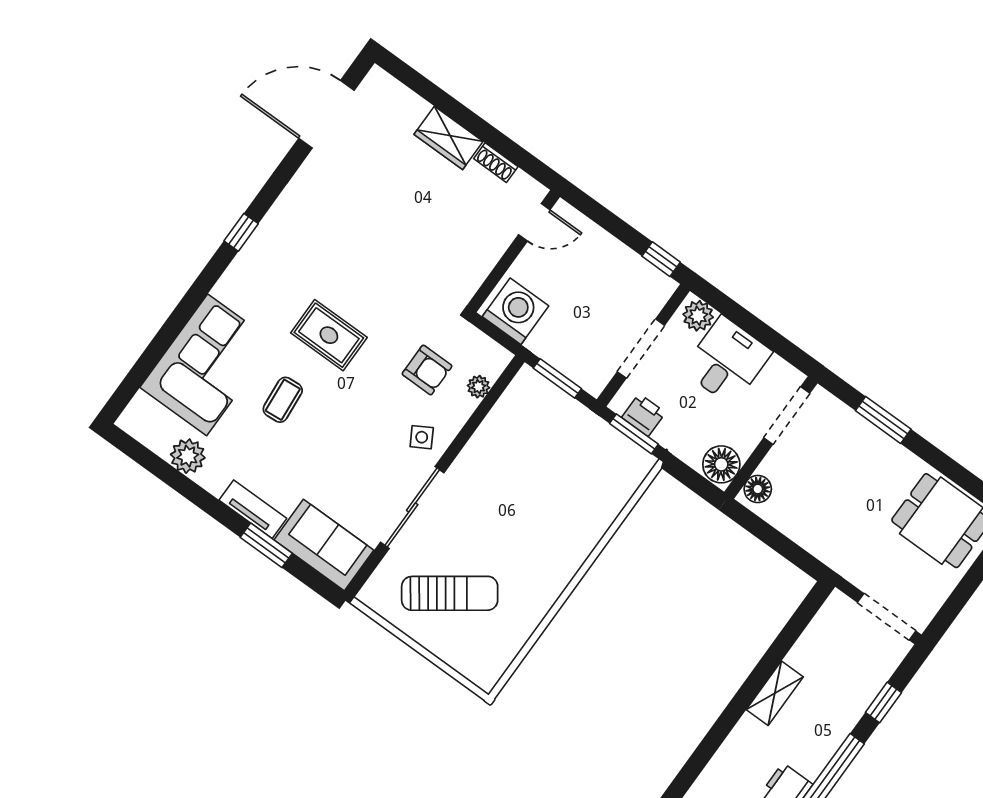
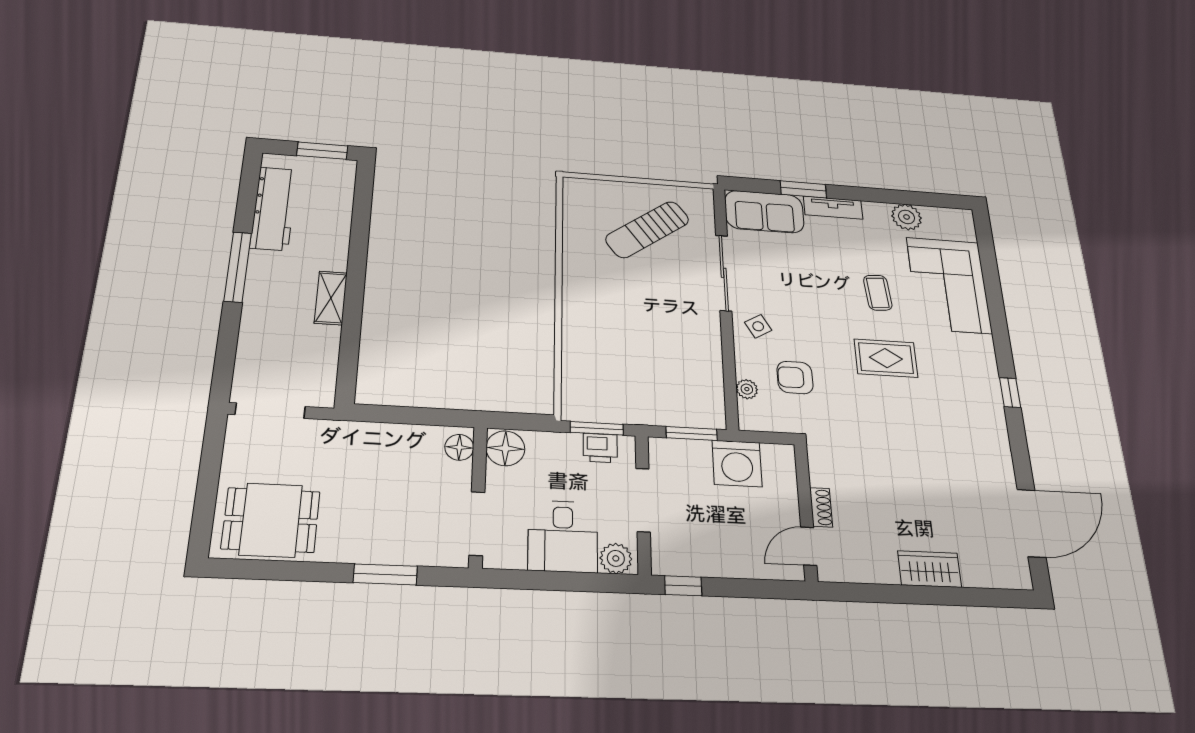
shoe rack: (496, 163) -> (821, 507), moved, turned 90
washing machine: (515, 311) -> (737, 463), moved
window: (883, 703) -> (227, 342), removed

